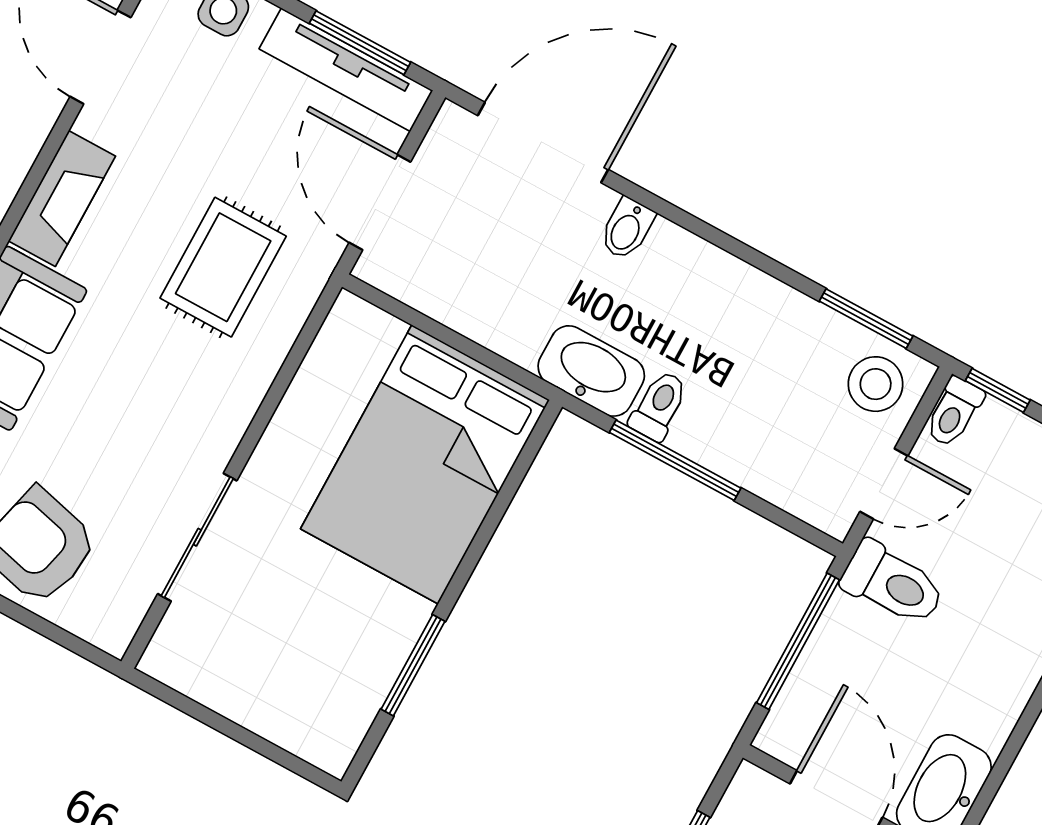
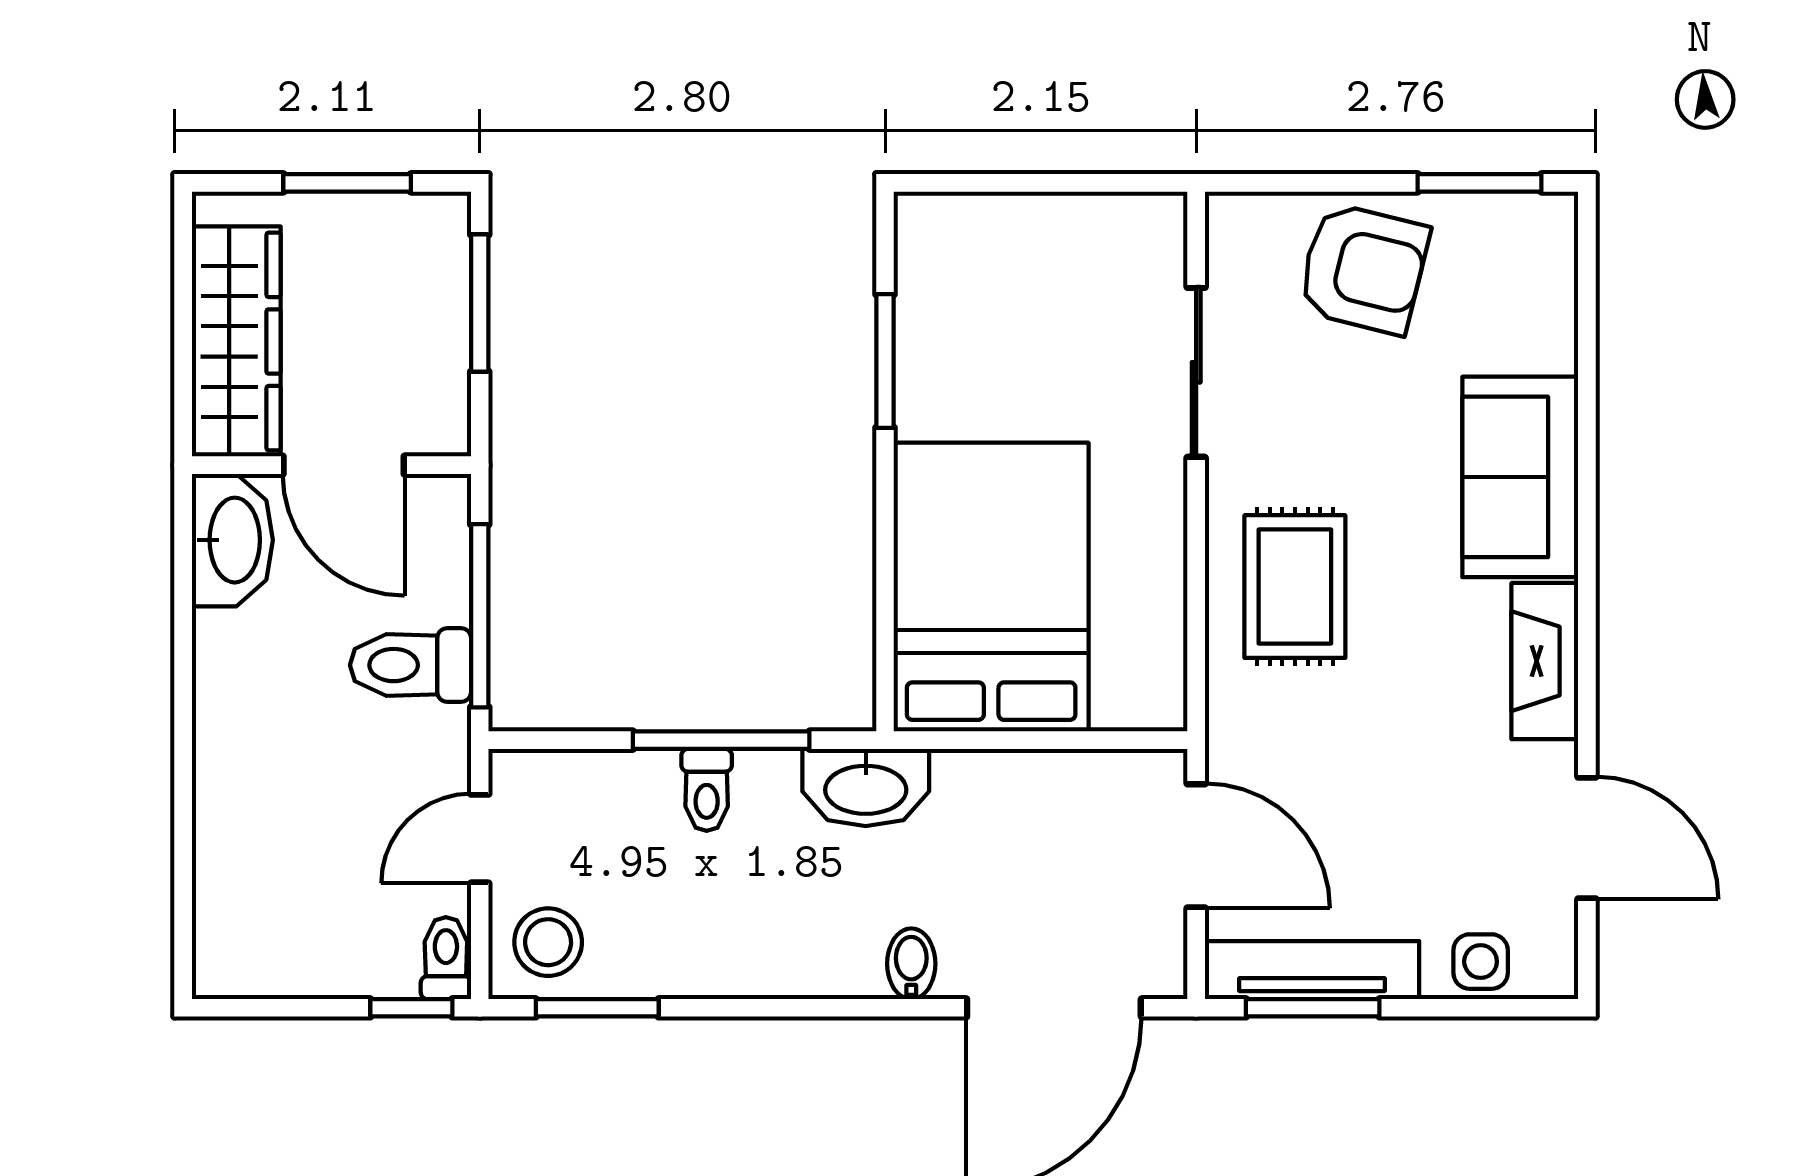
rug: (223, 267) -> (1295, 587), moved
toilet: (659, 406) -> (707, 790), moved
toilet: (893, 584) -> (411, 665), moved

